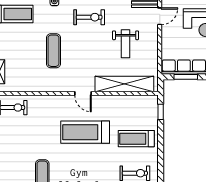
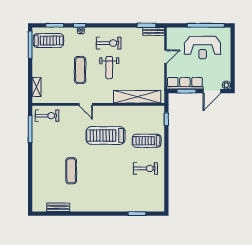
door: (160, 16) -> (165, 57), moved
weight bench: (126, 44) -> (109, 68), moved
door: (83, 93) -> (86, 104), moved

